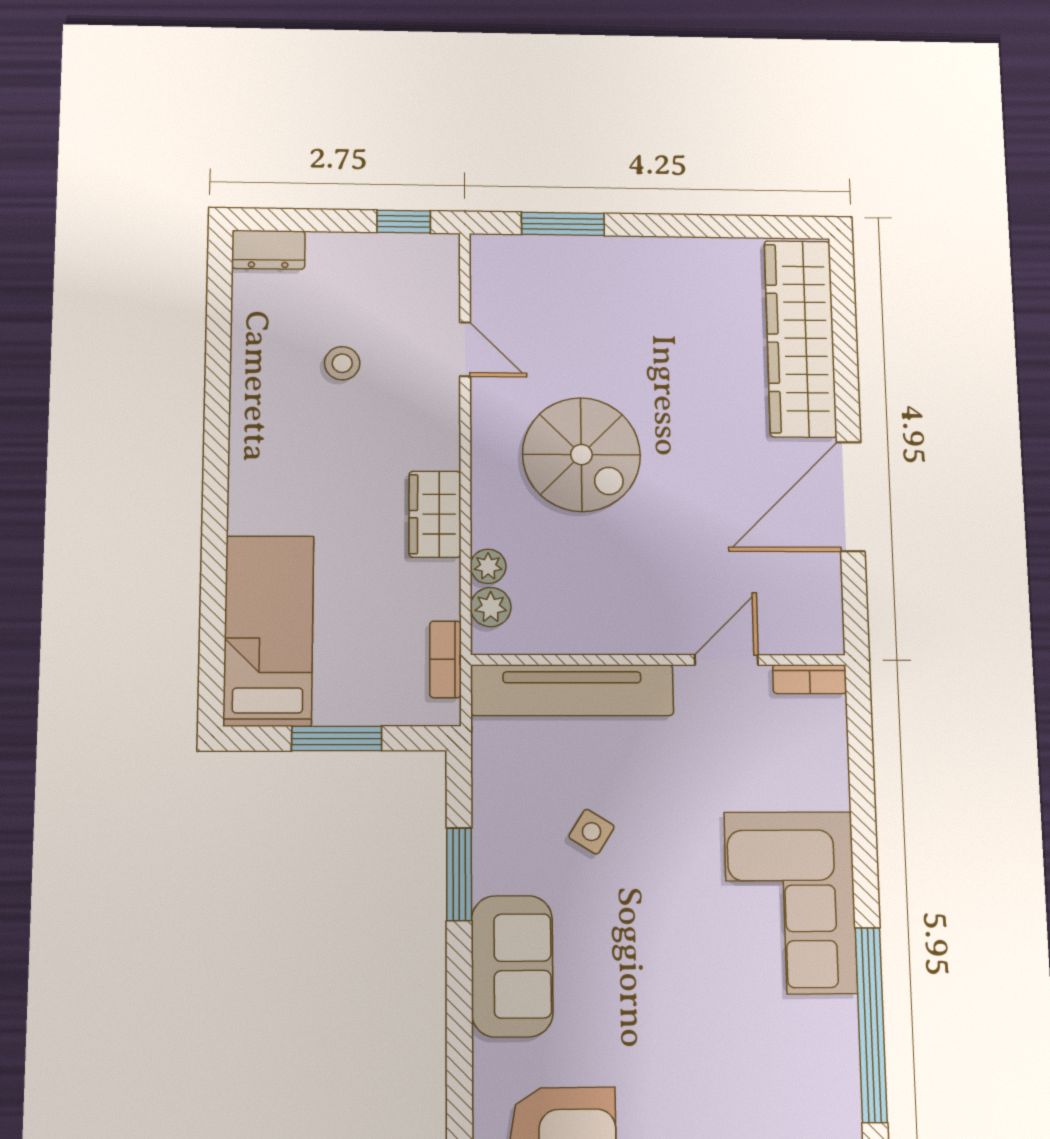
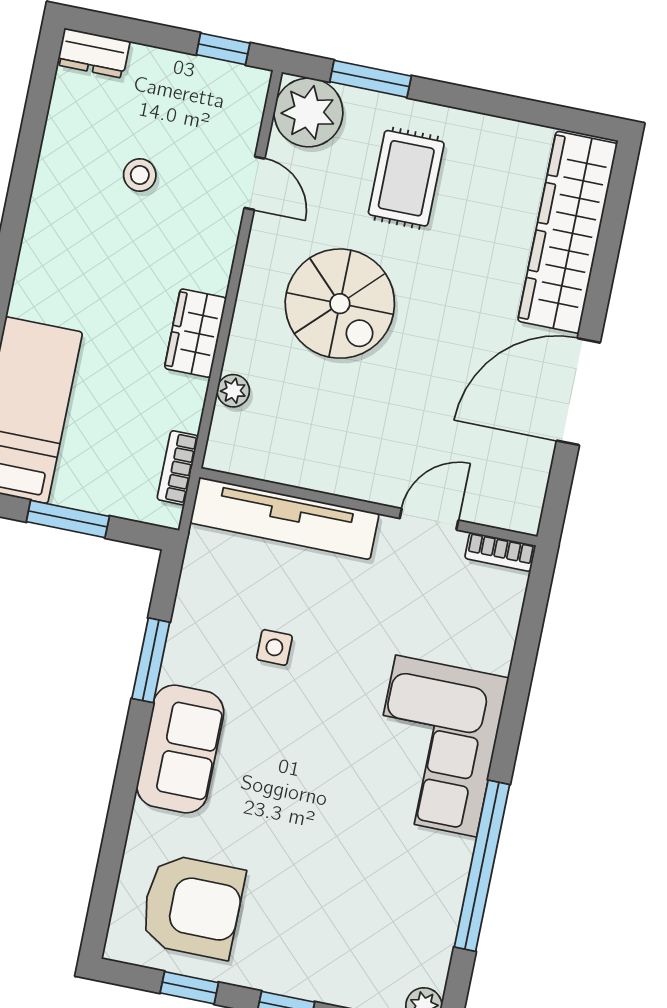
rug: (622, 315) -> (406, 178), added
plant: (491, 607) -> (308, 112), moved, width x1.88, depth x1.88
side table: (591, 832) -> (274, 647), turned -32

